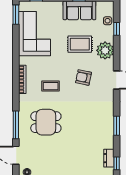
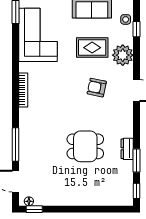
coffee table: (51, 86) -> (57, 98), removed
dining table: (46, 122) -> (85, 146), moved
window: (117, 126) -> (137, 161), moved
dresser: (109, 158) -> (127, 149), moved

